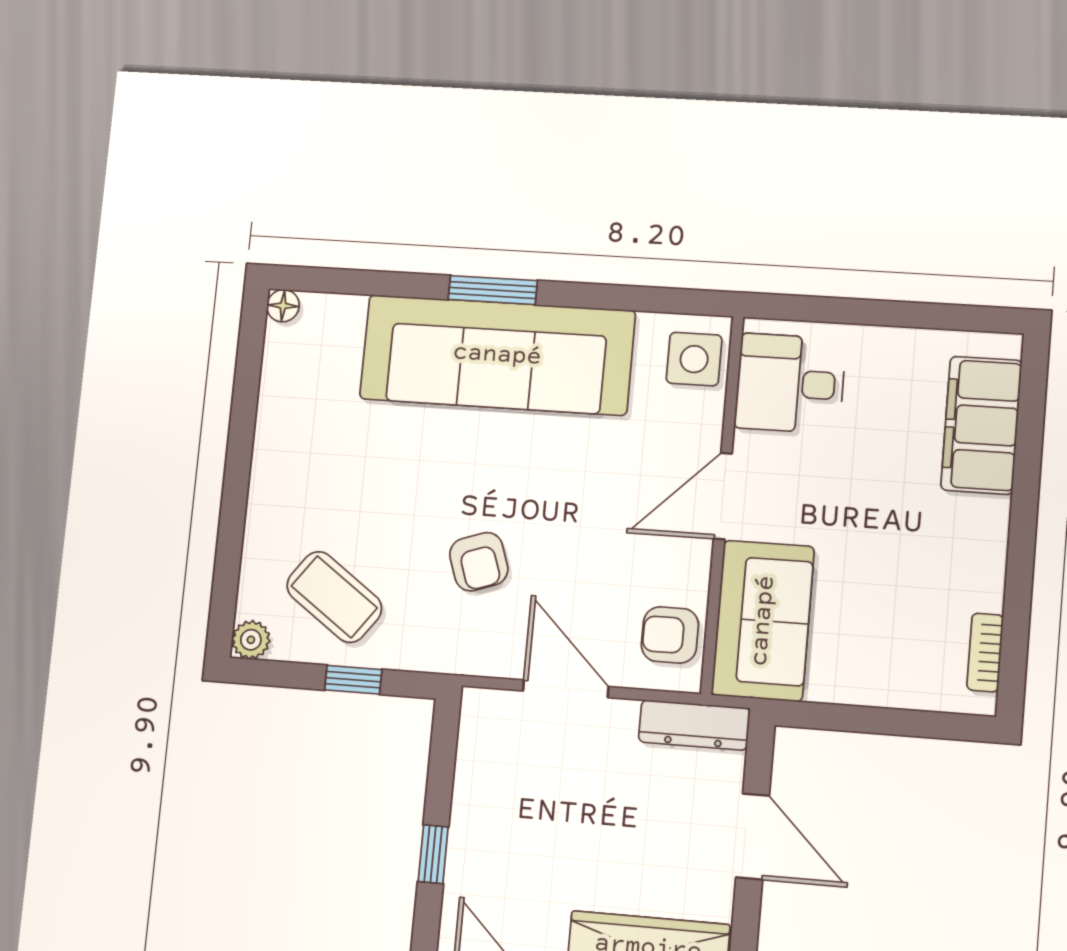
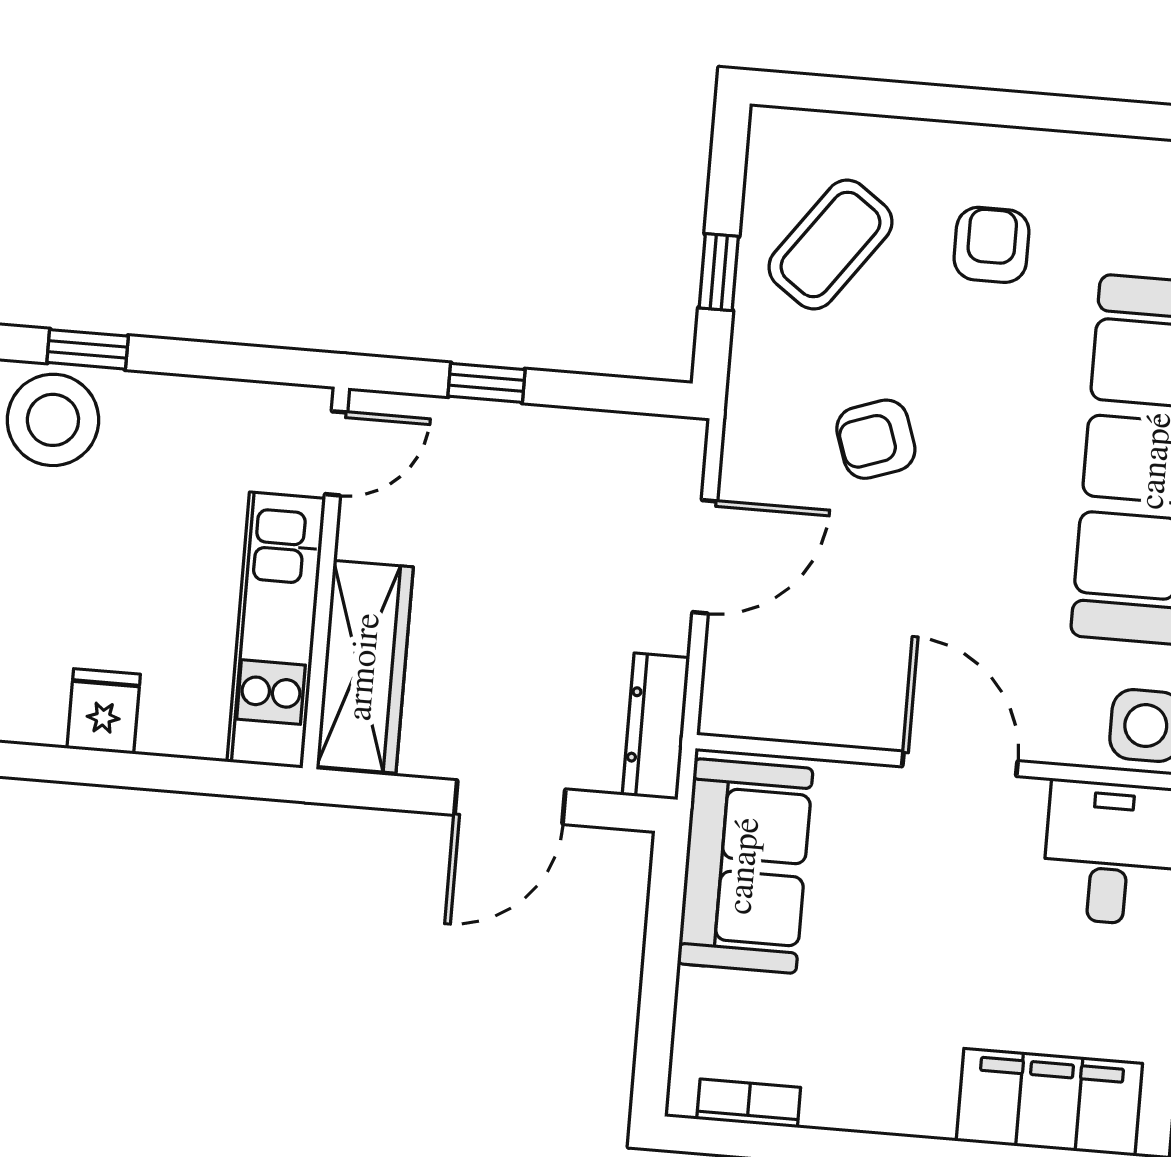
sofa: (763, 621) -> (745, 866), moved, turned -90
armchair: (670, 635) -> (991, 245), moved
plant: (251, 640) -> (774, 132), removed

